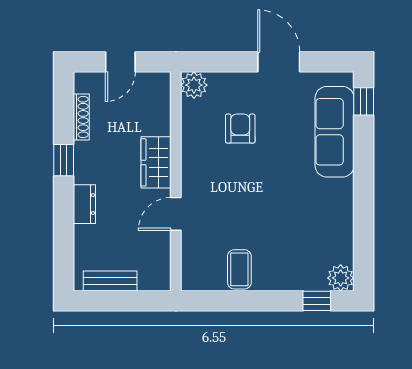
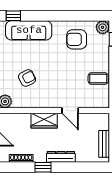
armchair: (240, 129) -> (27, 78), turned 153
dresser: (84, 204) -> (61, 157), width x1.44
armchair: (317, 227) -> (77, 39), added

